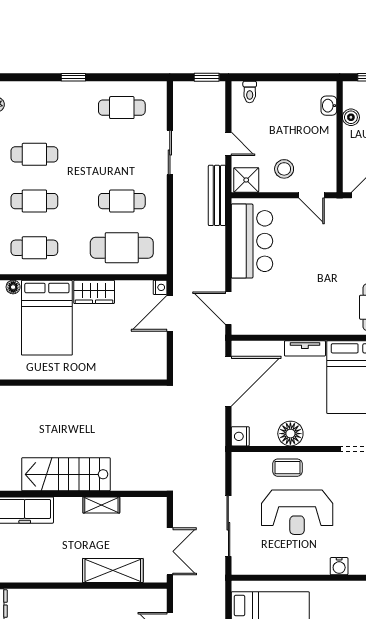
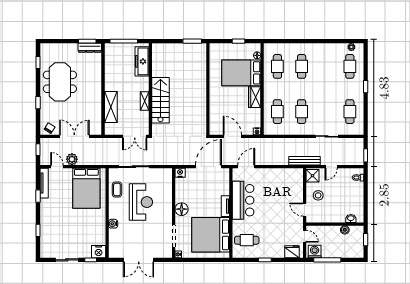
cafe table: (34, 154) -> (350, 66), moved
door: (312, 195) -> (305, 210), hinge flipped
bar counter: (252, 241) -> (243, 200), moved, turned -90
cafe table: (122, 248) -> (277, 112), width x0.73, depth x0.74
door: (170, 313) -> (232, 136), moved
door: (228, 381) -> (208, 167), swing flipped
floor lamp: (290, 434) -> (182, 209), moved
coffee table: (287, 468) -> (117, 189), moved
stairs: (66, 474) -> (160, 100), moved
reception desk: (297, 512) -> (141, 202), turned 180
double door: (170, 551) -> (135, 136), moved

